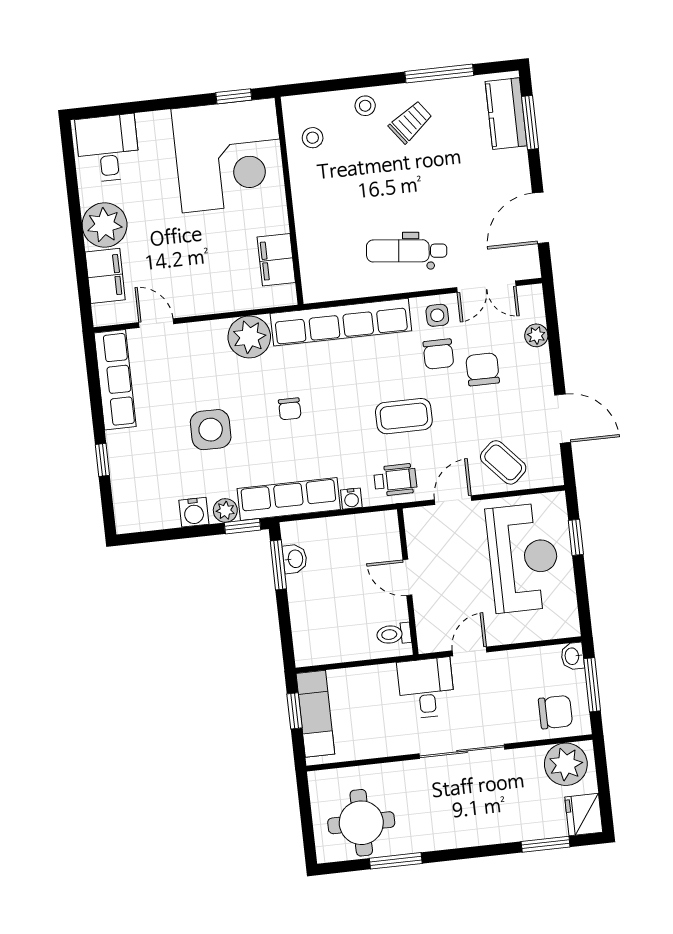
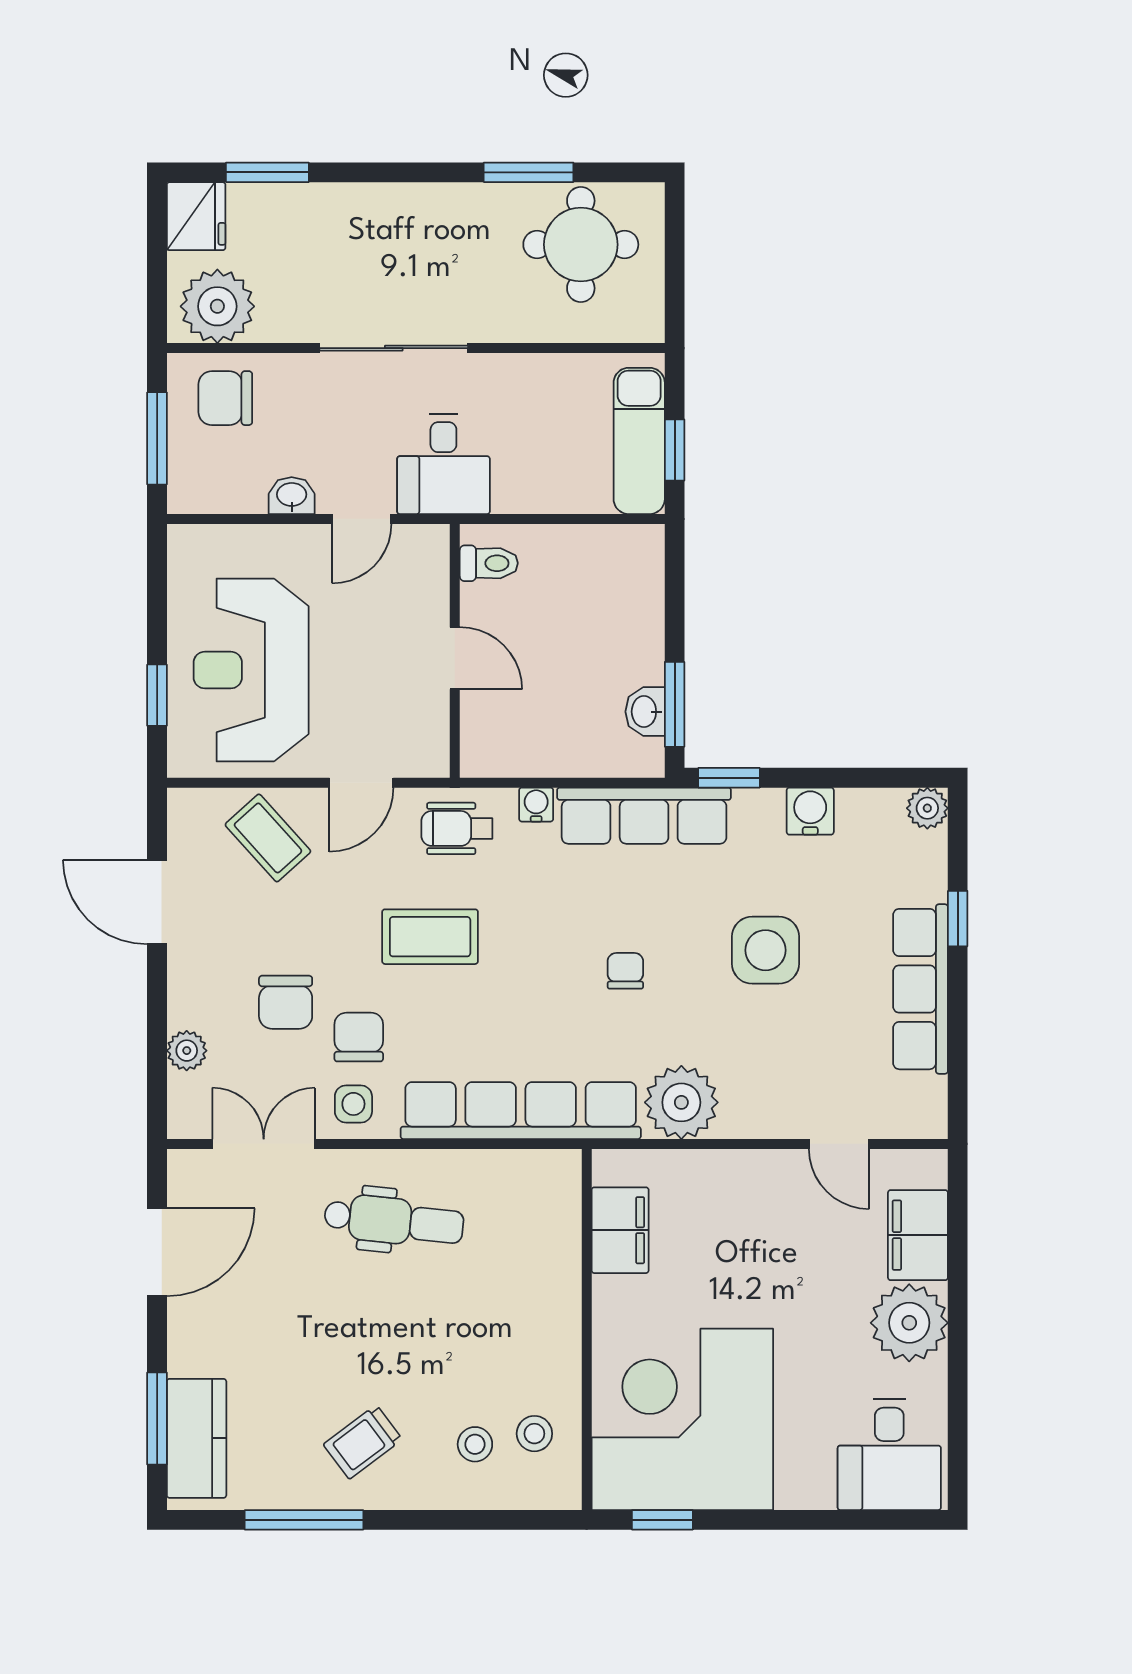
stool: (365, 106) -> (475, 1444), moved
row of seats: (115, 380) -> (921, 989), moved
plant: (225, 510) -> (927, 808), moved
washbasin: (573, 656) -> (292, 496), moved, turned -90

